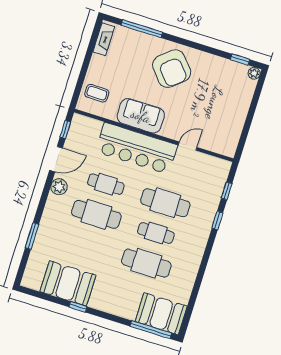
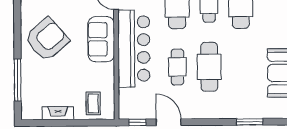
fireplace: (104, 39) -> (58, 113), moved
sofa: (141, 116) -> (101, 39), moved
plant: (59, 187) -> (194, 111), removed

